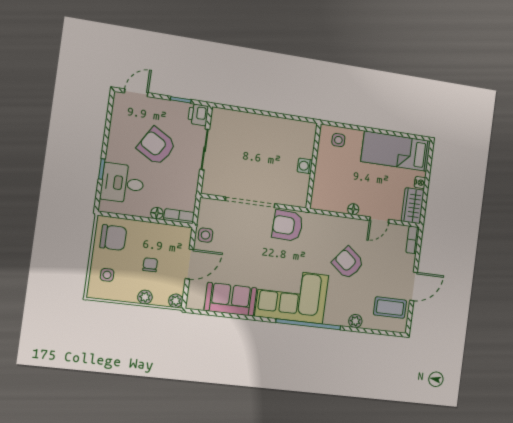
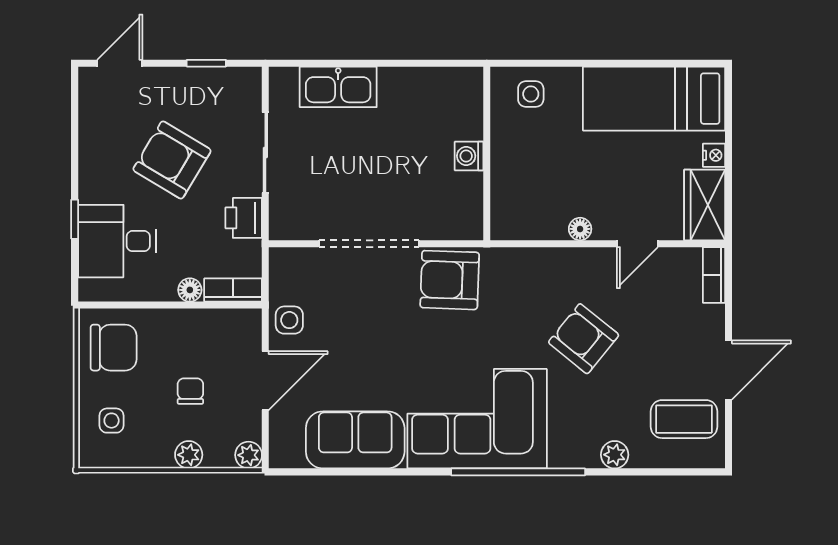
printer: (198, 115) -> (244, 218), moved
kitchen sink: (245, 122) -> (338, 87), added

